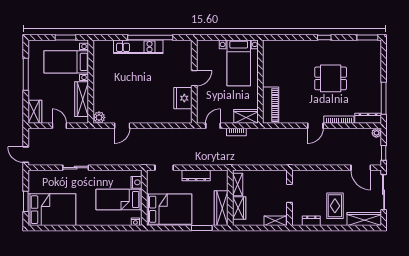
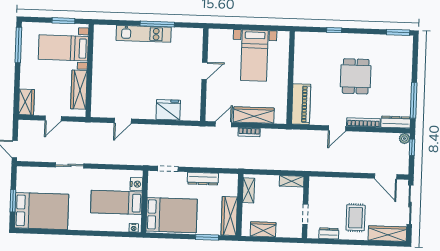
window: (150, 37) -> (157, 24), width x0.68
window: (324, 37) -> (334, 30), moved
window: (26, 74) -> (18, 45), moved
dining table: (331, 78) -> (356, 76), turned 90
wall: (260, 82) -> (291, 78), moved
fridge: (183, 98) -> (168, 110), moved, turned 90
piano: (271, 105) -> (301, 104), moved
wardrobe: (246, 116) -> (254, 115), width x1.50
plant: (99, 117) -> (97, 111), removed
door: (59, 126) -> (53, 118), swing flipped
window: (384, 153) -> (412, 147), moved
doorway: (289, 193) -> (305, 214), moved
wardrobe: (239, 208) -> (263, 229), moved, turned -90
shelving: (275, 221) -> (292, 181), moved

